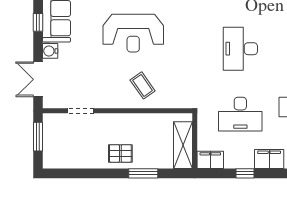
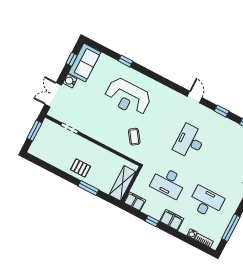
coffee table: (143, 85) -> (134, 137), moved

